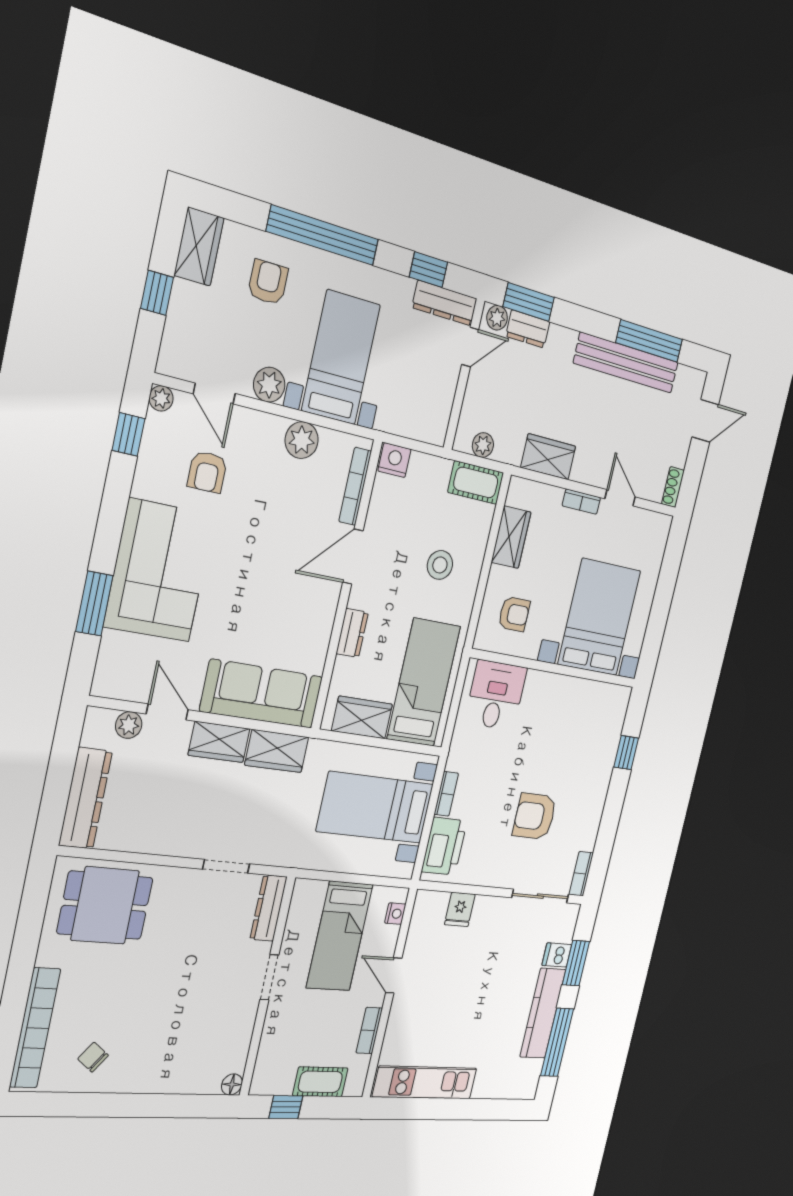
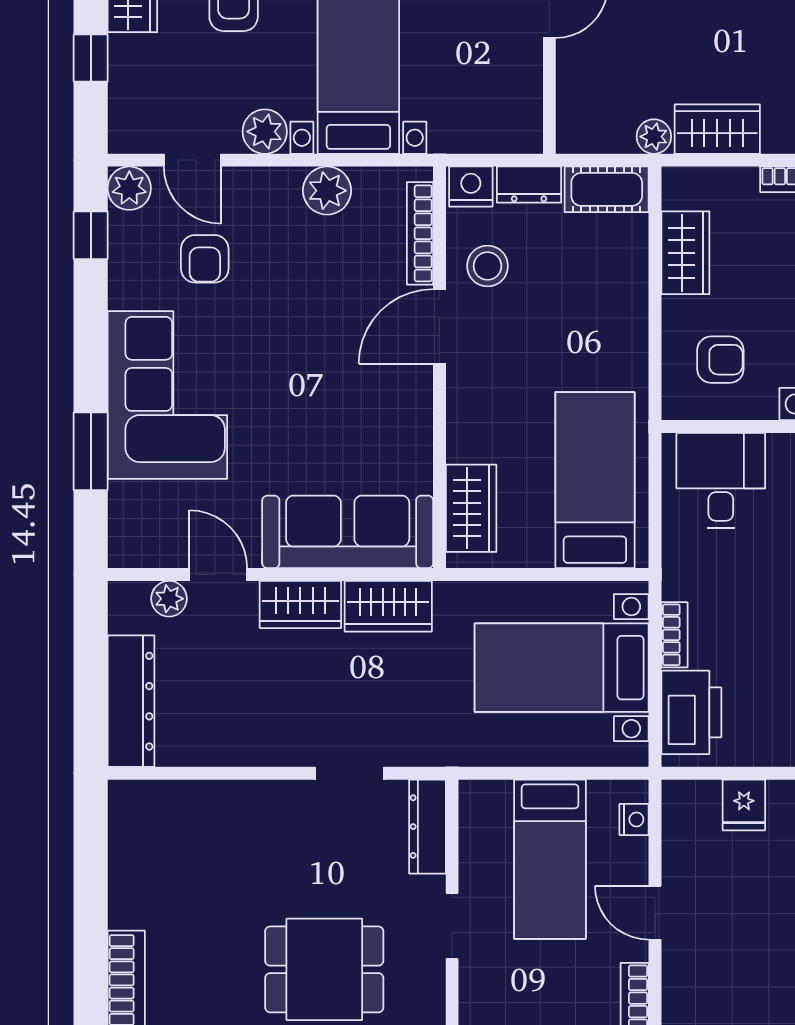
plant: (161, 398) -> (129, 188), width x1.38, depth x1.38
plant: (483, 445) -> (654, 137), moved
stool: (440, 565) -> (488, 266), moved
dresser: (352, 633) -> (529, 185), moved, turned 90
wardrobe: (362, 717) -> (471, 508), moved, turned 90
dining table: (105, 905) -> (324, 969), moved

